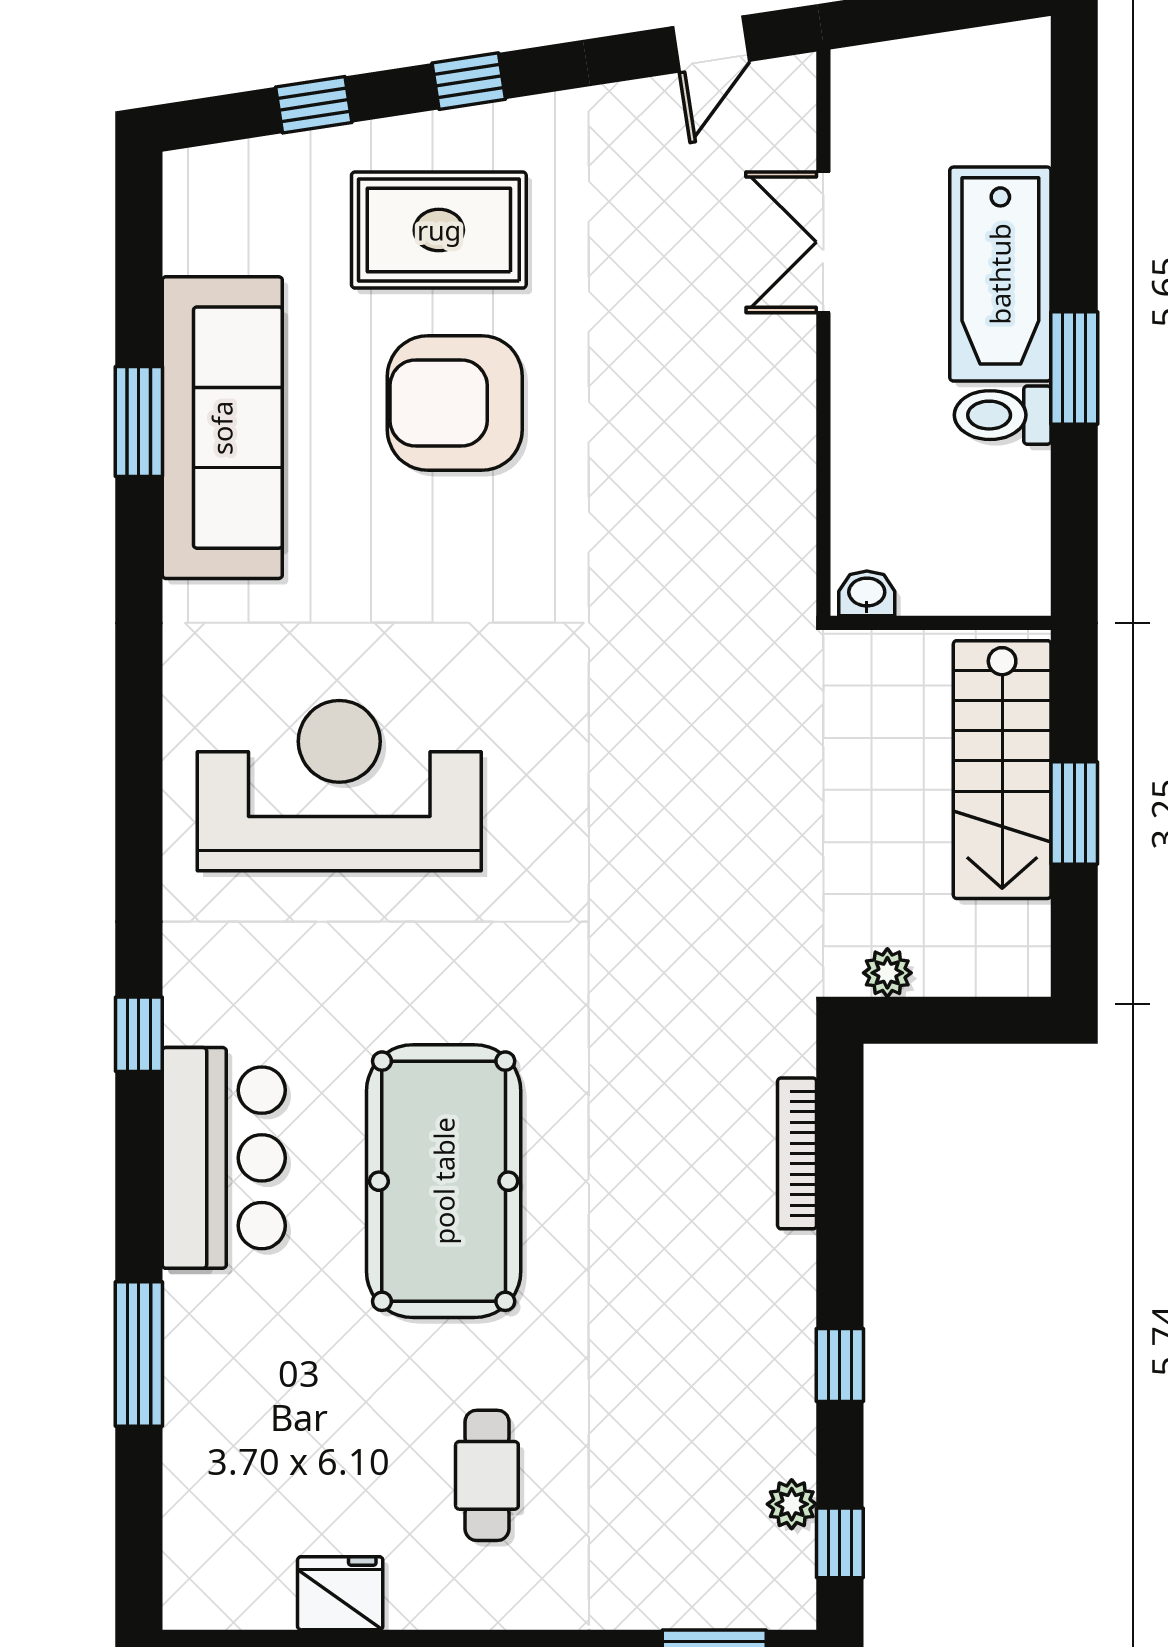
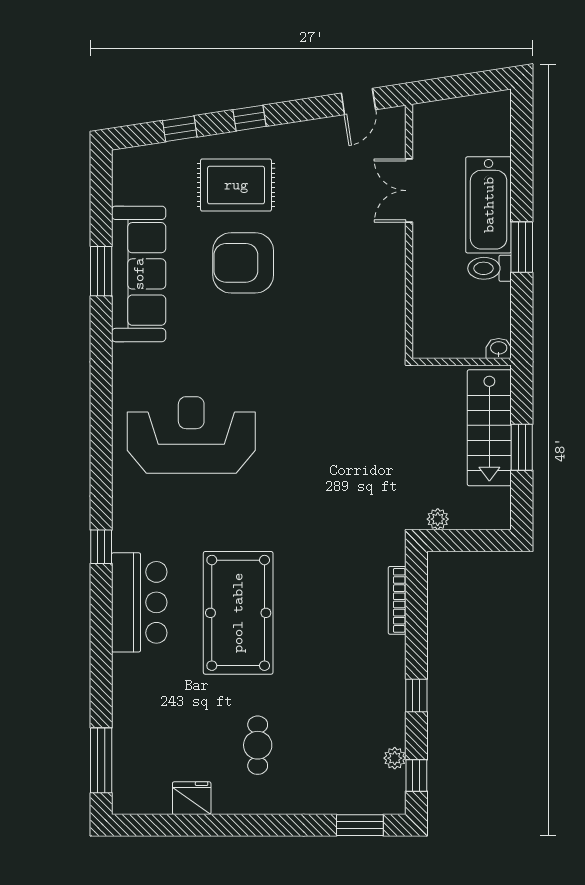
washbasin: (867, 593) -> (499, 348), moved
window: (139, 1354) -> (101, 760), moved

